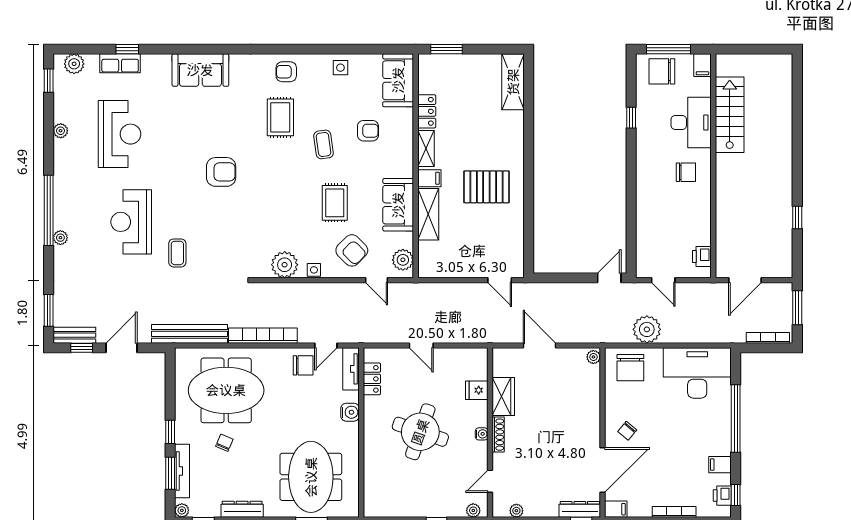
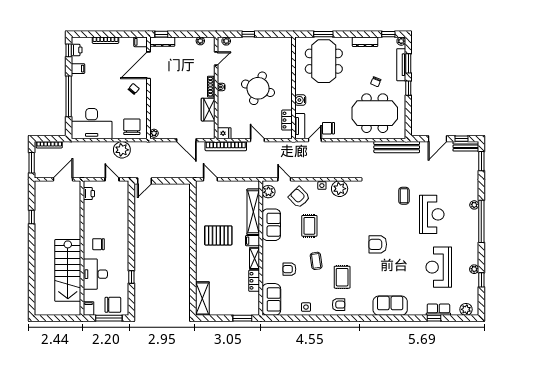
window: (49, 81) -> (481, 280), moved
stairs: (730, 115) -> (68, 270), width x1.36, depth x1.51
shelving: (428, 214) -> (253, 212), width x1.47
bookcase: (263, 336) -> (226, 146), moved
fridge: (477, 390) -> (224, 133), moved

